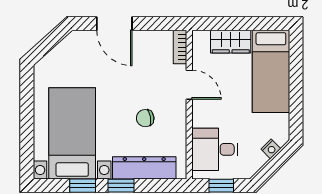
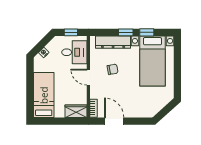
door: (114, 24) -> (114, 121), moved
wardrobe: (231, 42) -> (76, 111), moved
door: (189, 85) -> (88, 77), moved

